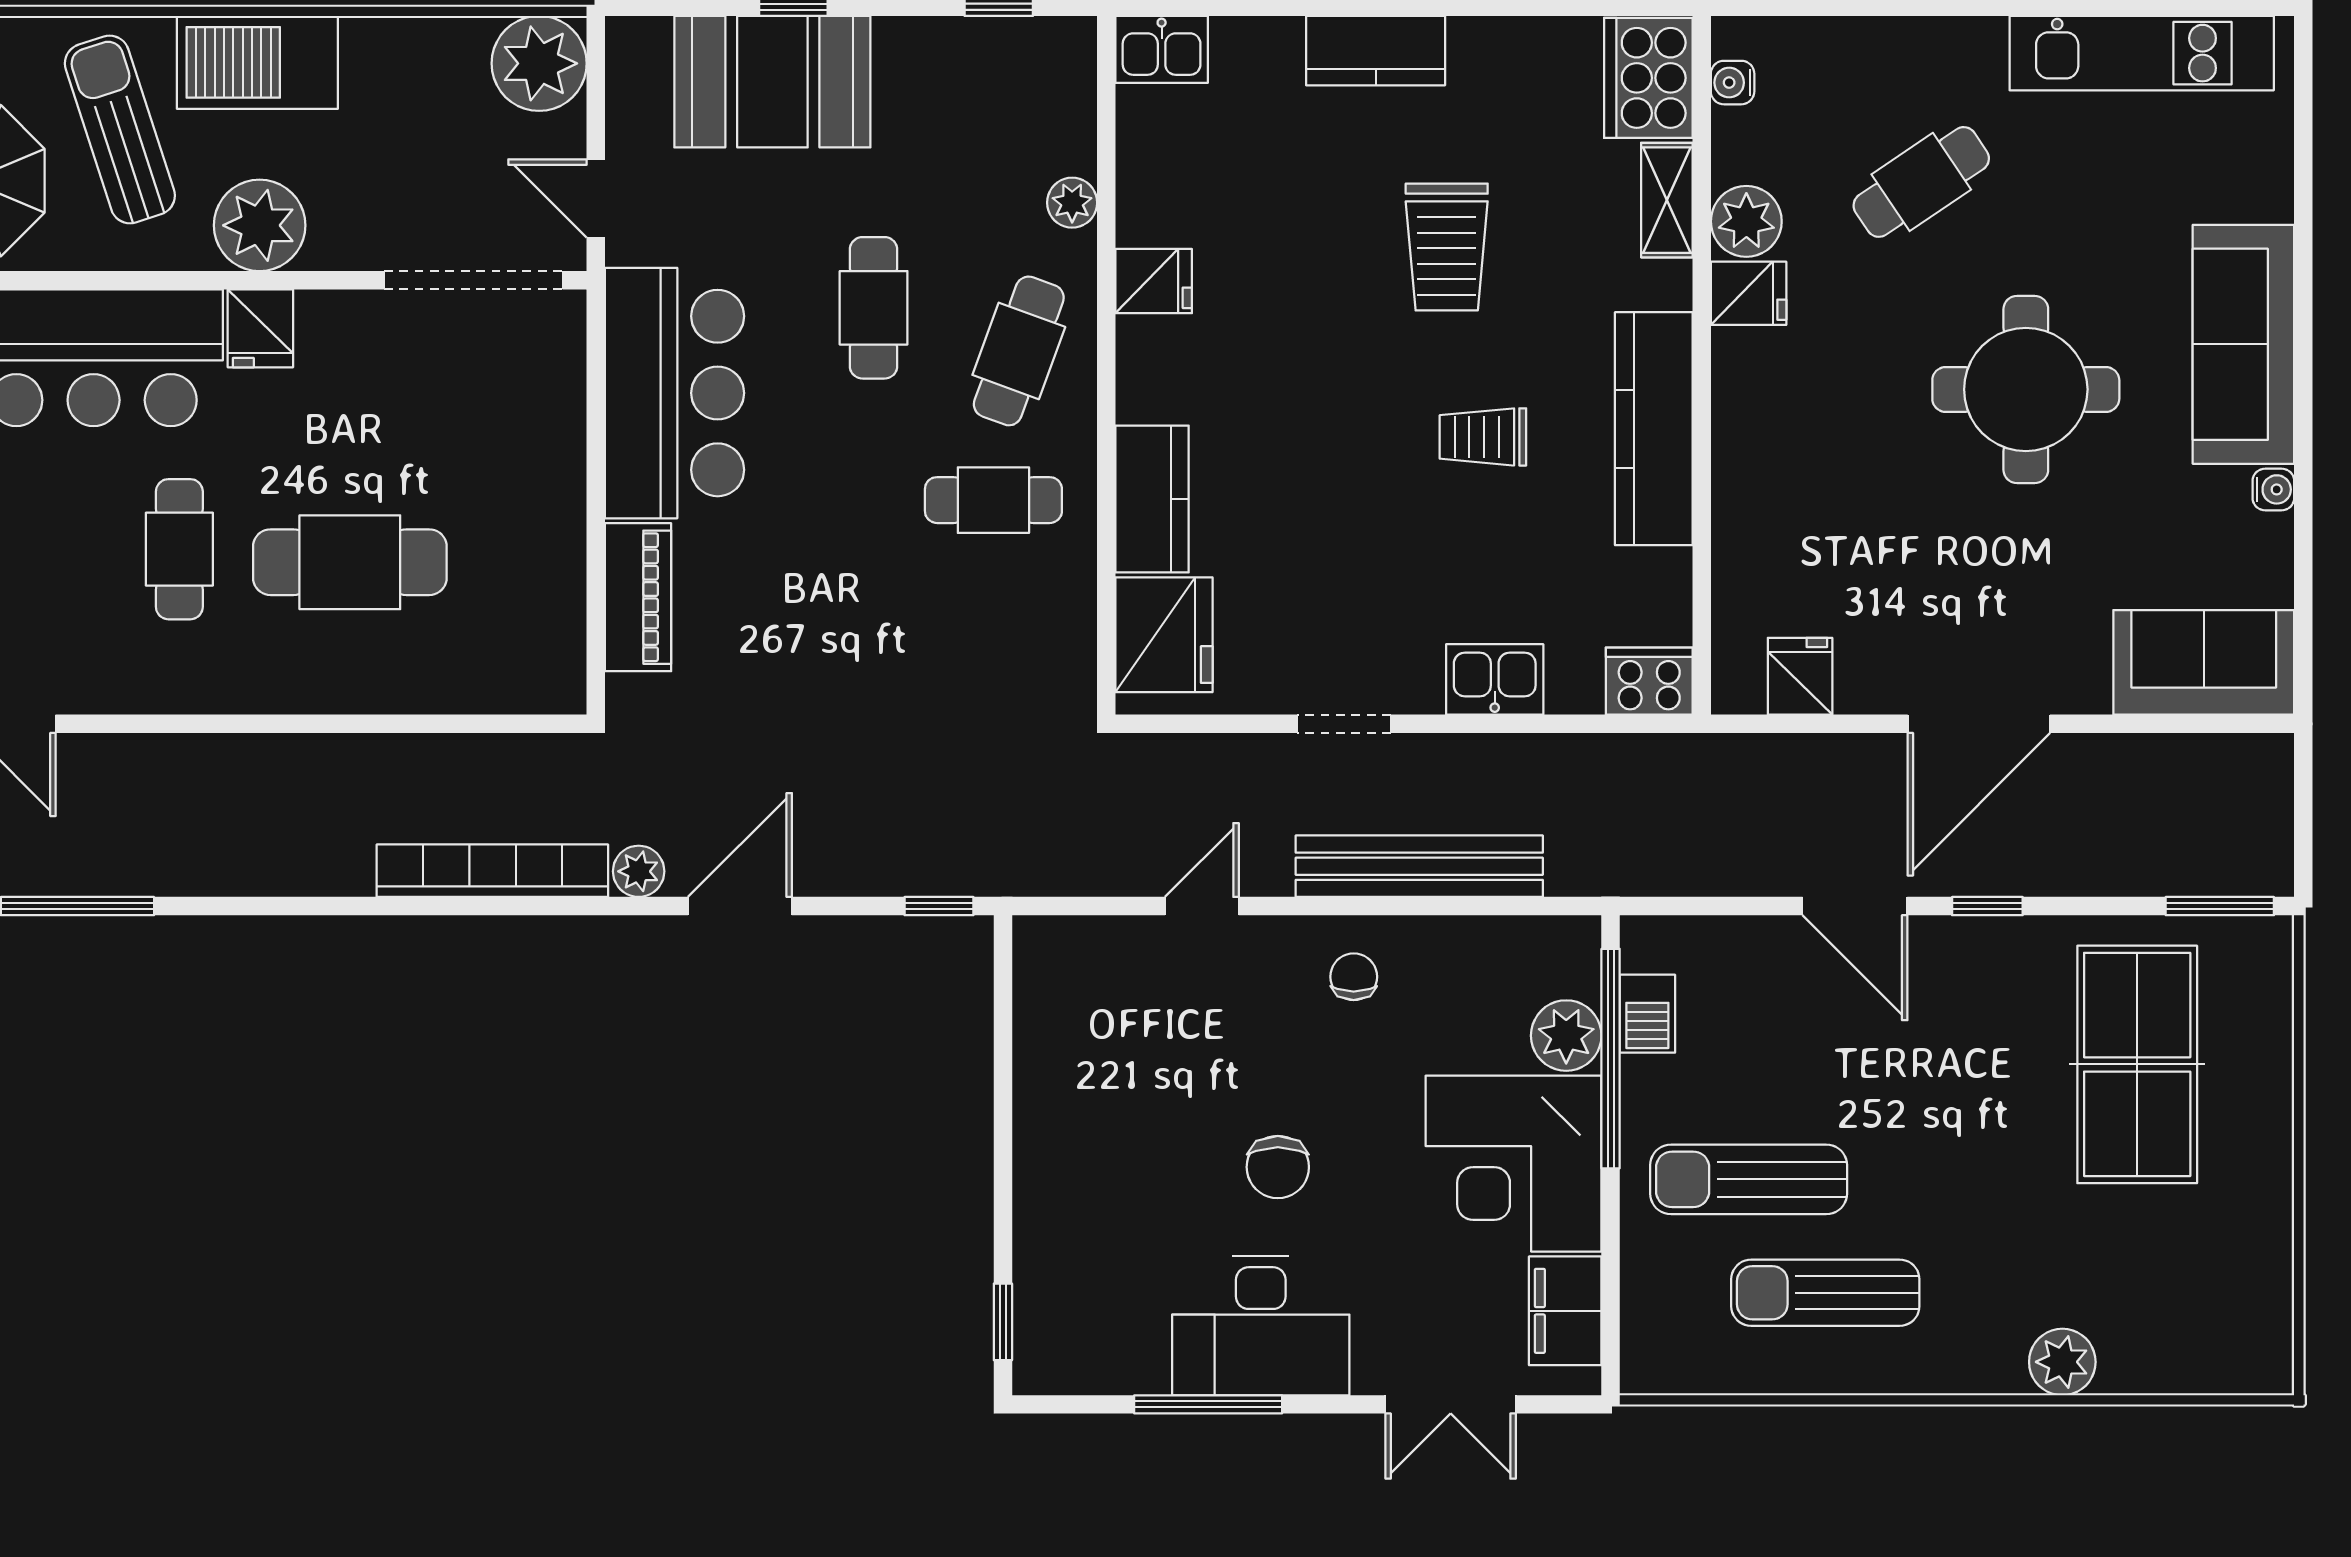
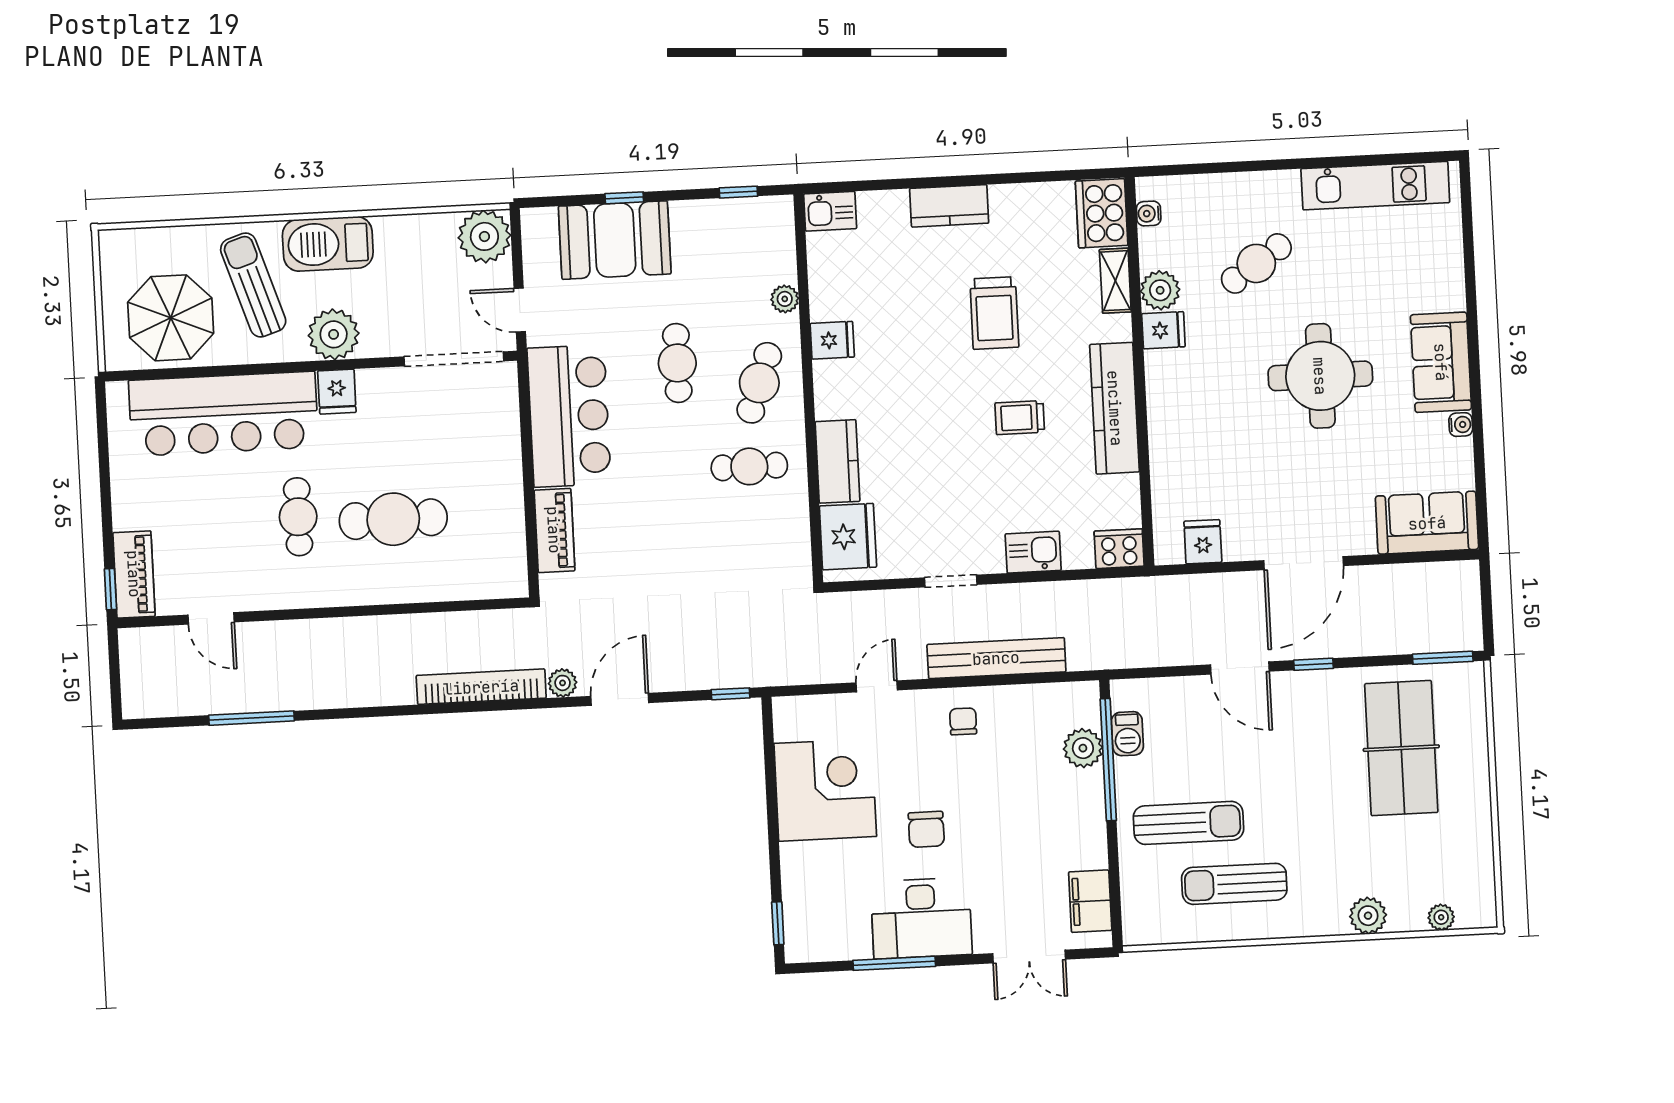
sofa: (2243, 344) -> (1441, 362), width x0.73
corner desk: (1514, 1164) -> (825, 790), moved, turned 180
sun lounger: (1749, 1179) -> (1188, 823), turned 180
plant: (2193, 1371) -> (1441, 917), added

